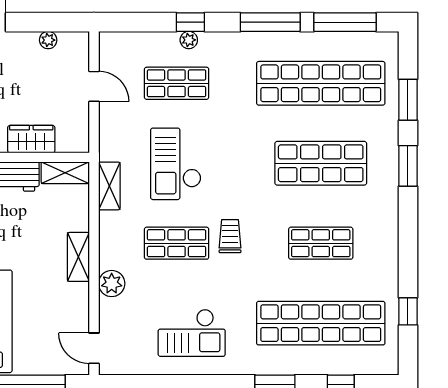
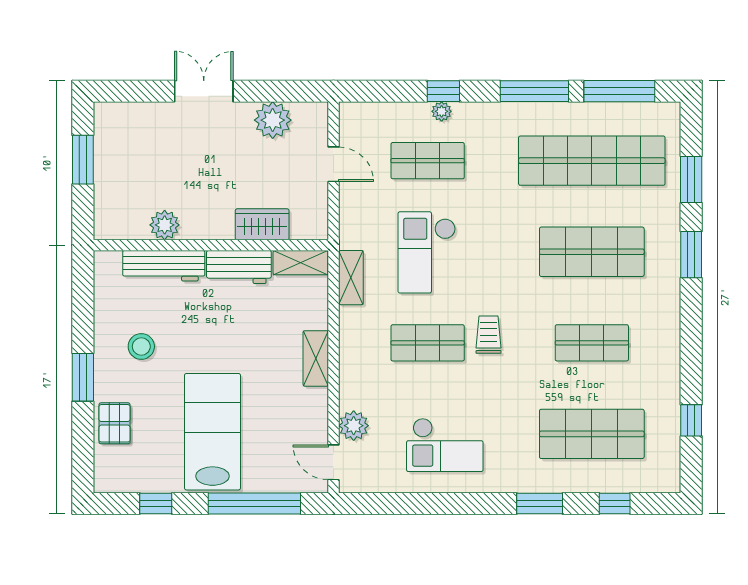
plant: (48, 40) -> (273, 120), width x1.87, depth x1.87
plant: (112, 284) -> (354, 426), moved
shop shelf: (321, 323) -> (592, 434), width x0.71

